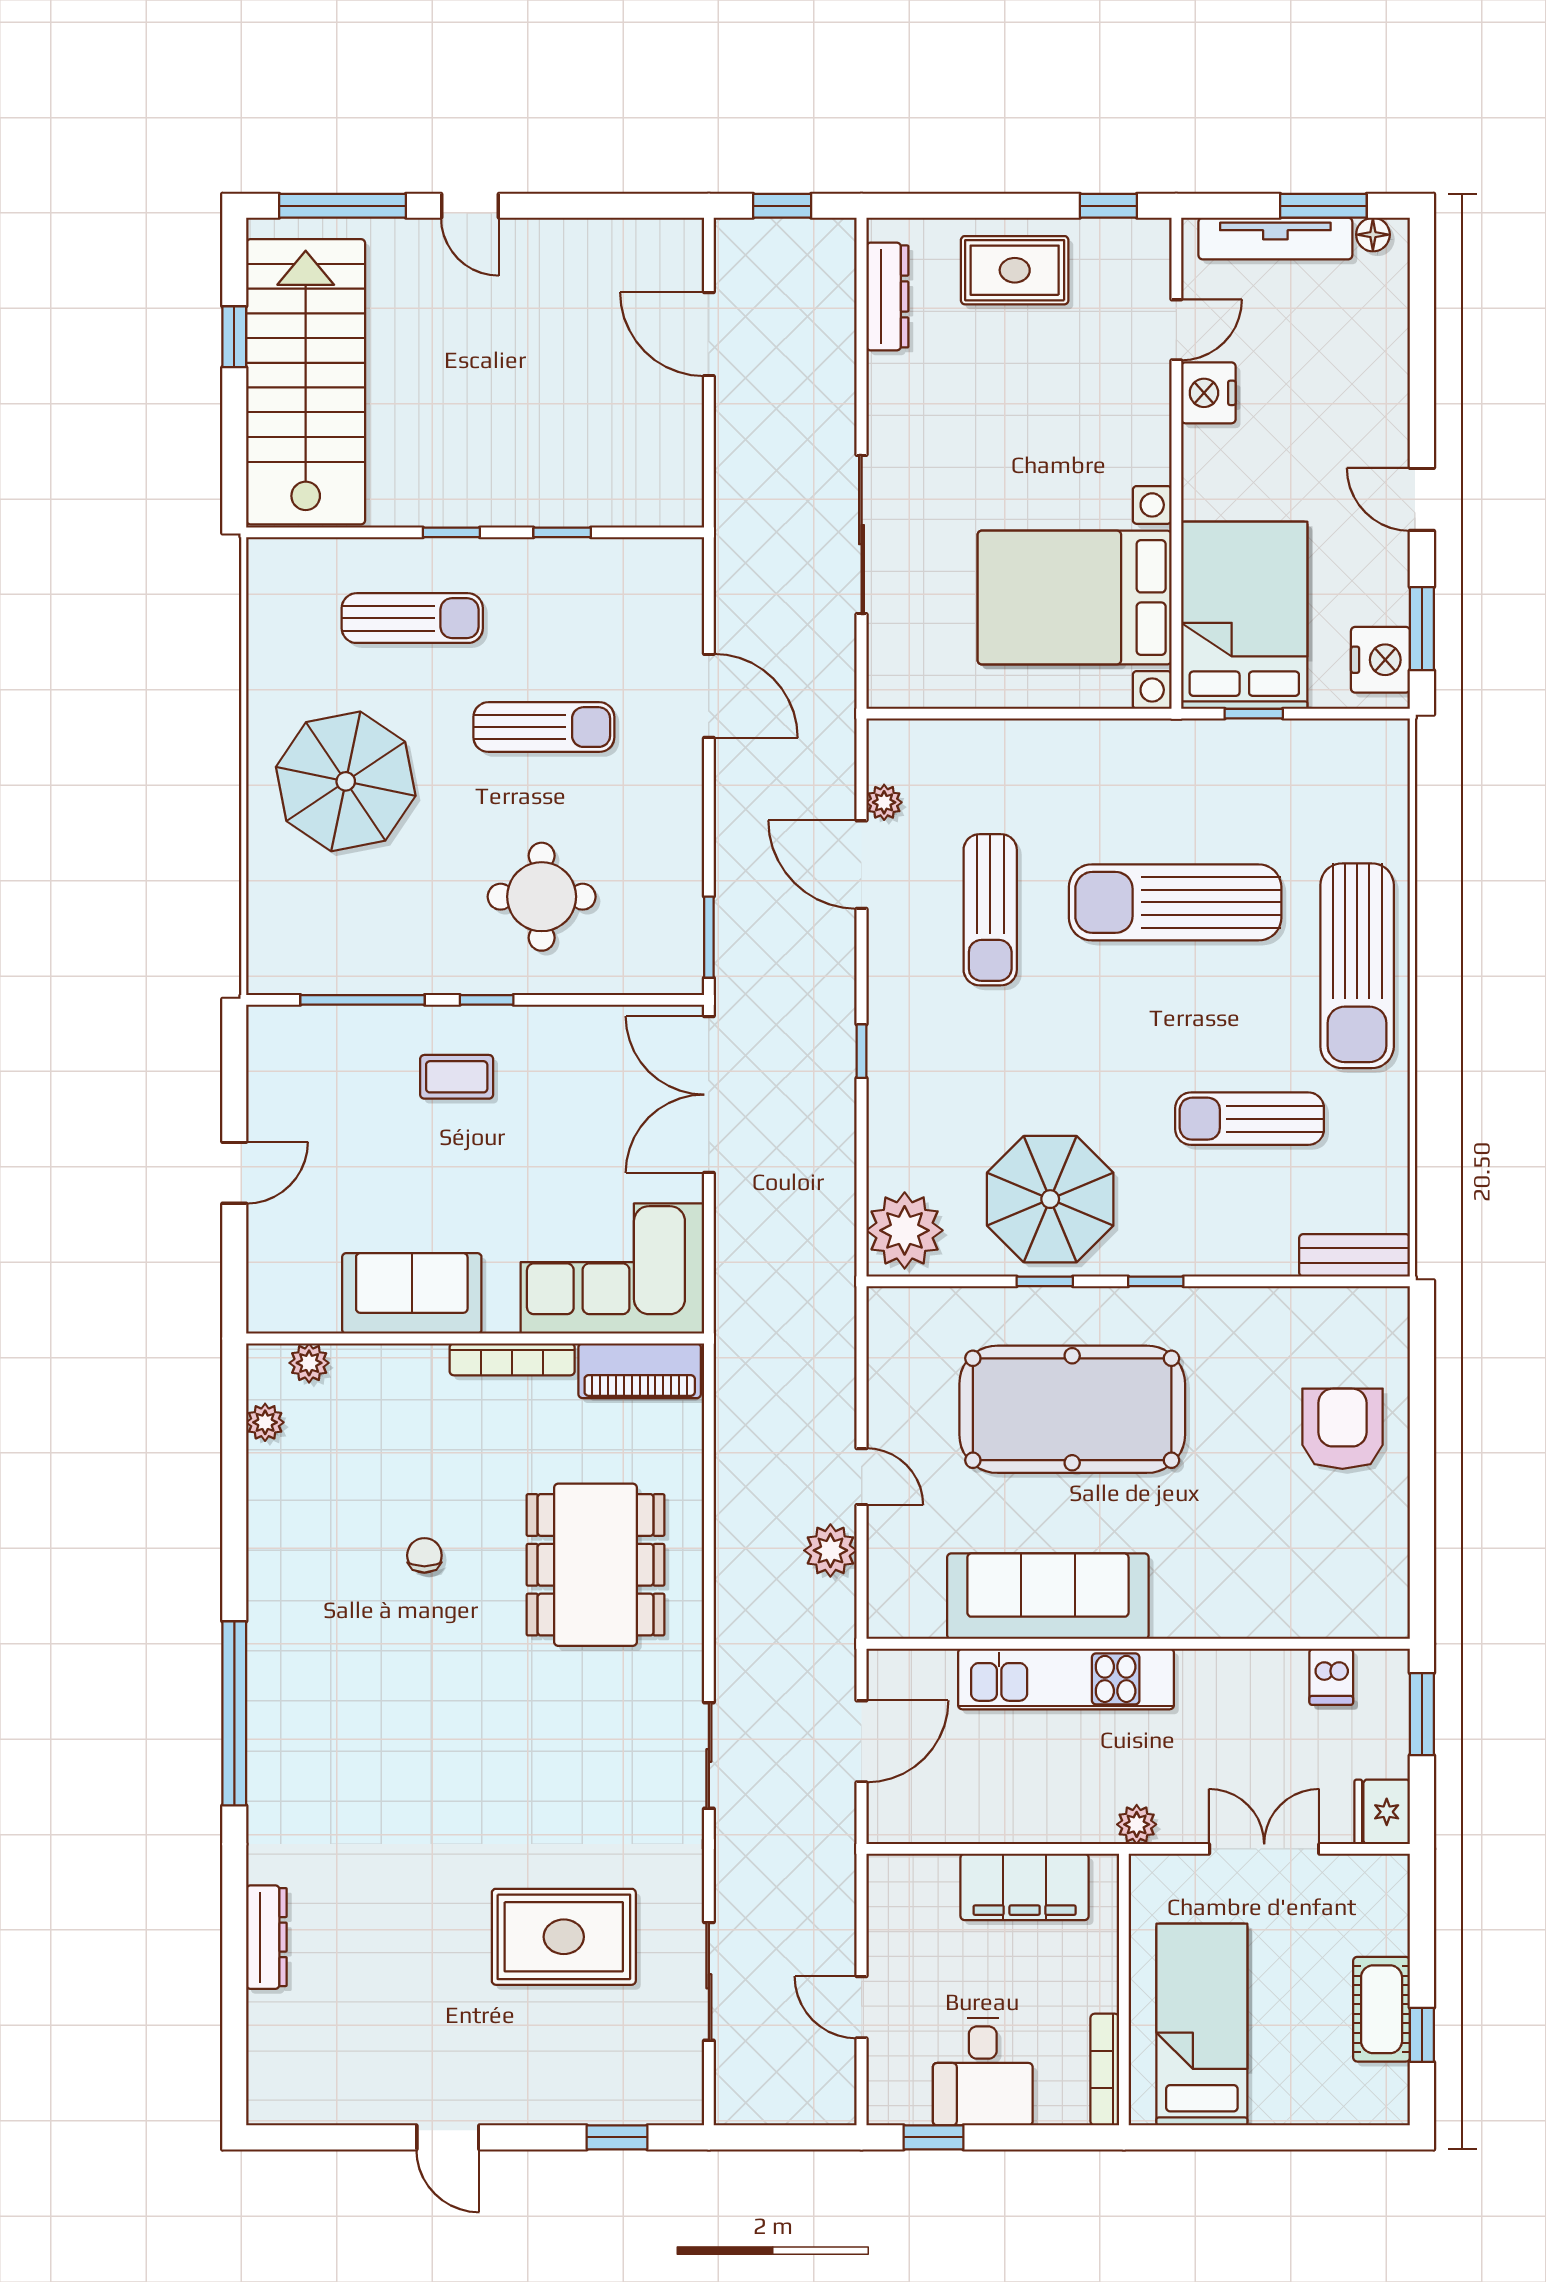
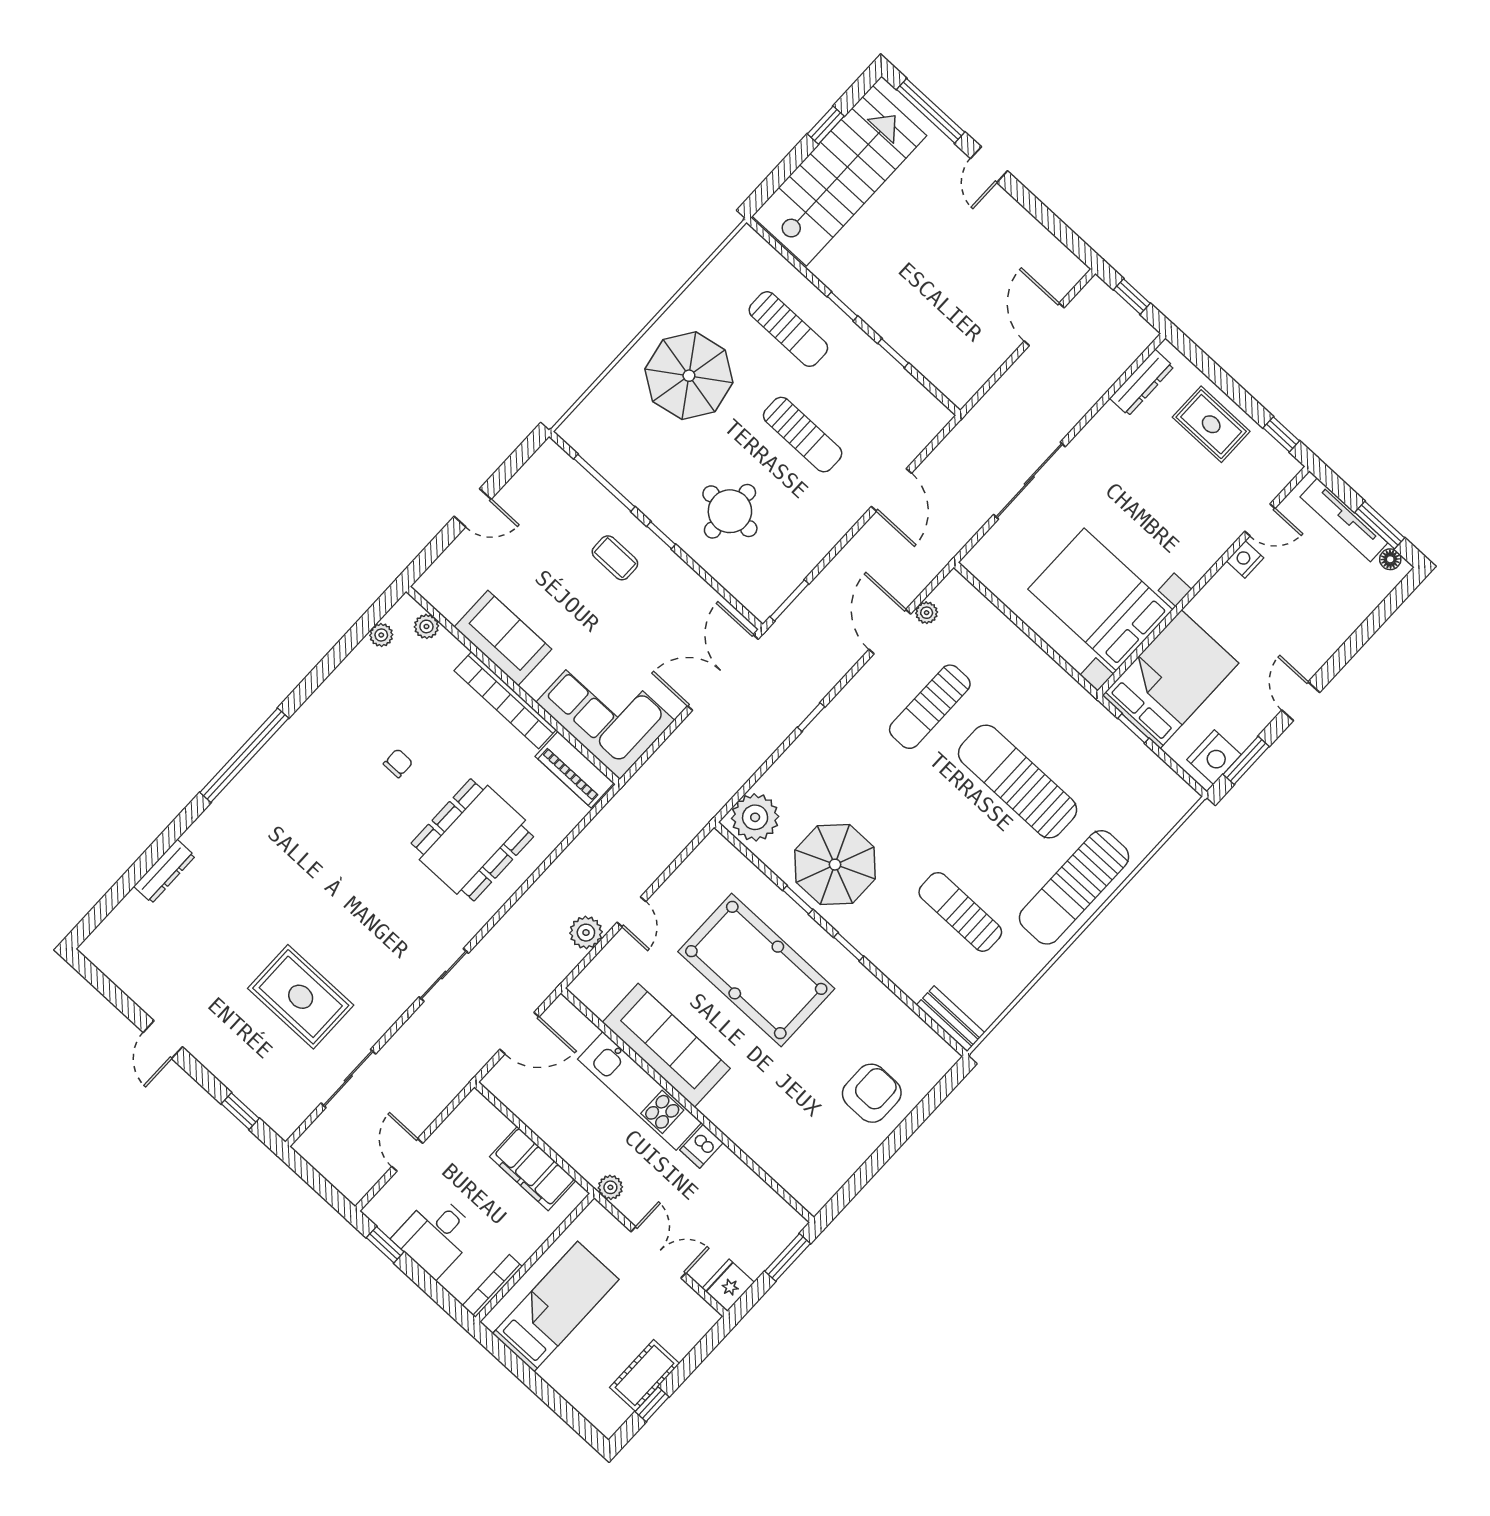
nightstand: (1208, 393) -> (1245, 559), width x0.74, depth x0.75
bookcase: (512, 1359) -> (505, 700), width x1.48, depth x1.31
dishwasher: (1331, 1677) -> (702, 1146), moved

